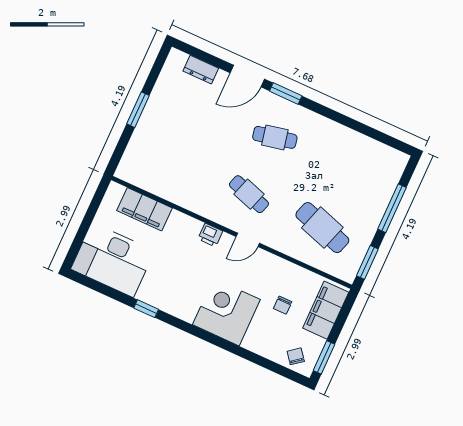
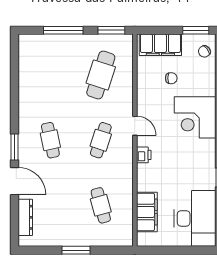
dresser: (201, 70) -> (25, 217), width x1.44
cafe table: (176, 161) -> (101, 205), added

